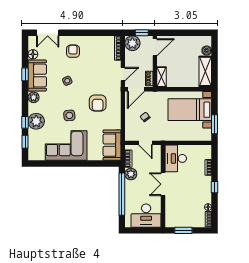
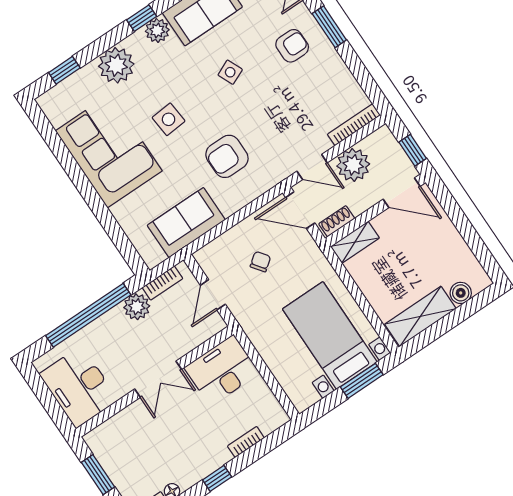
window: (75, 33) -> (329, 27), added
plant: (132, 43) -> (353, 165), moved
window: (25, 122) -> (142, 18), moved
window: (215, 124) -> (362, 381), moved
sofa: (112, 145) -> (186, 223), moved
double door: (163, 184) -> (158, 379), swing flipped

